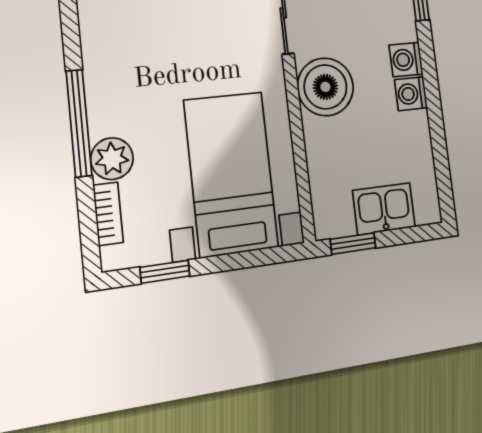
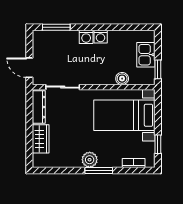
boiler: (325, 87) -> (122, 79), moved, width x0.54, depth x0.54
window: (79, 123) -> (99, 170), width x0.69
plant: (112, 159) -> (90, 160), moved

